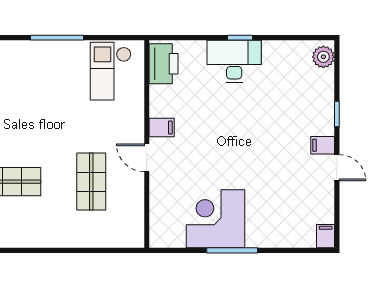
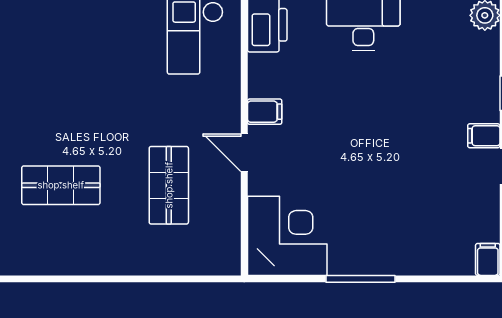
corner desk: (215, 219) -> (287, 236), moved, turned 90

